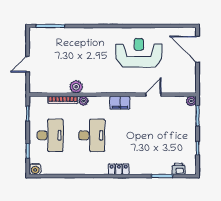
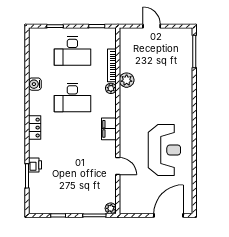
water cooler: (35, 169) -> (35, 84), moved
printer: (178, 169) -> (35, 165), moved

